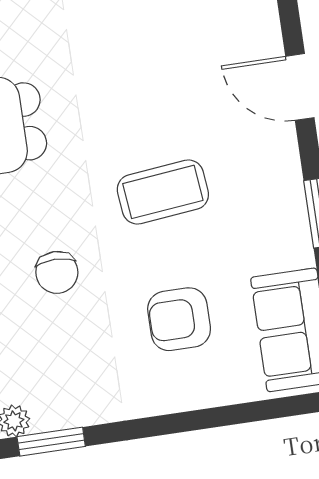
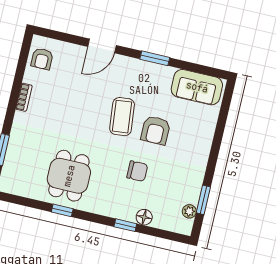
armchair: (179, 319) -> (156, 130), moved

